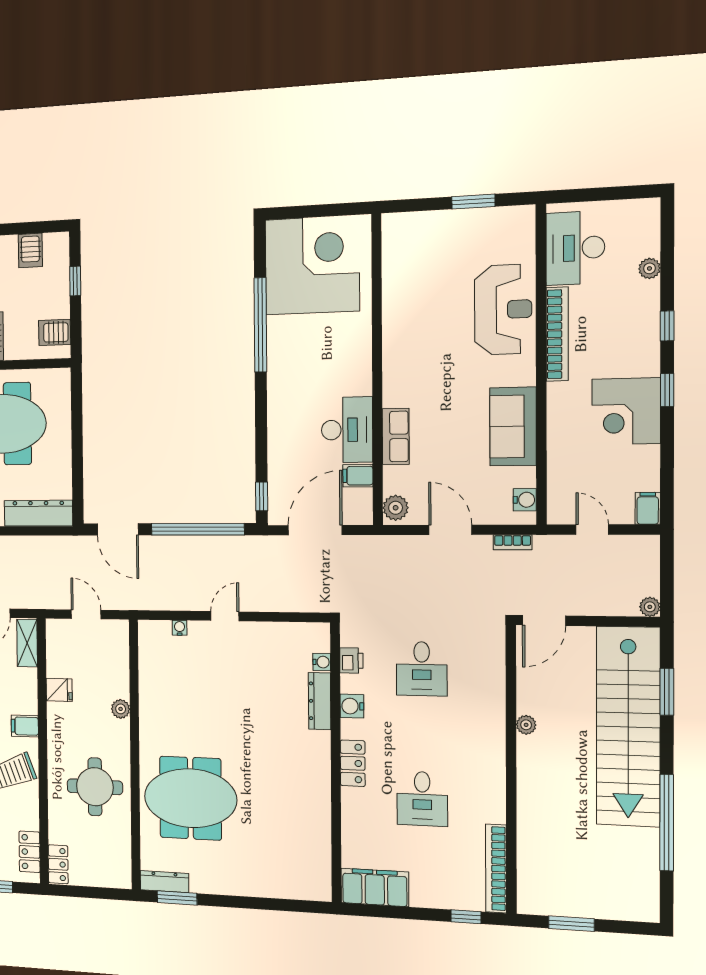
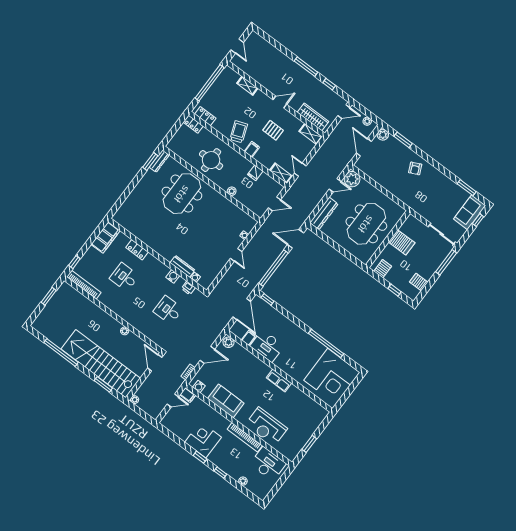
row of seats: (396, 436) -> (279, 380), moved
filing cabinet: (648, 508) -> (188, 395), moved
locker: (353, 763) -> (137, 250), moved

